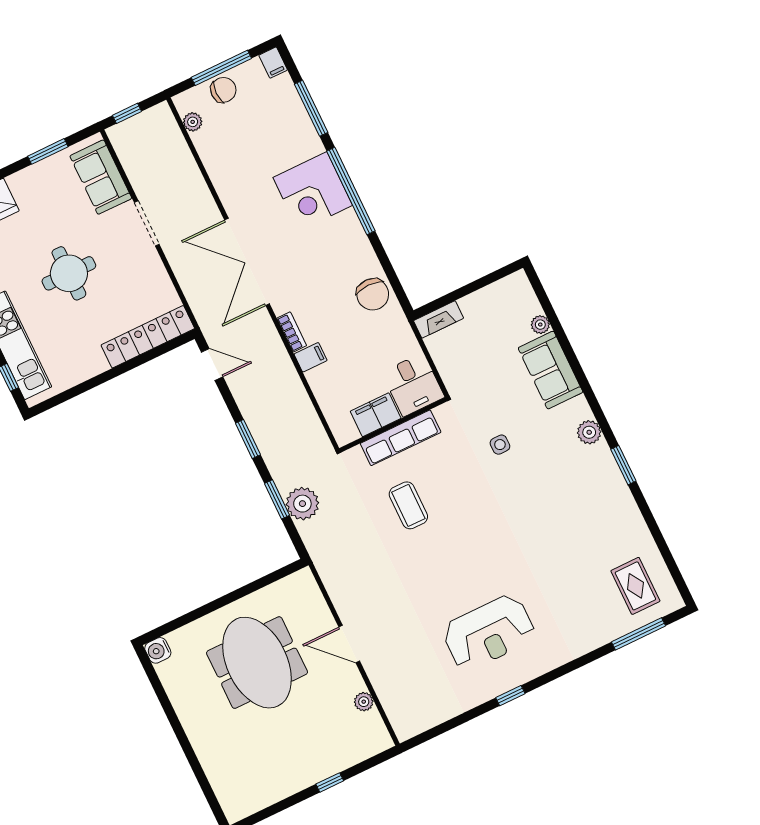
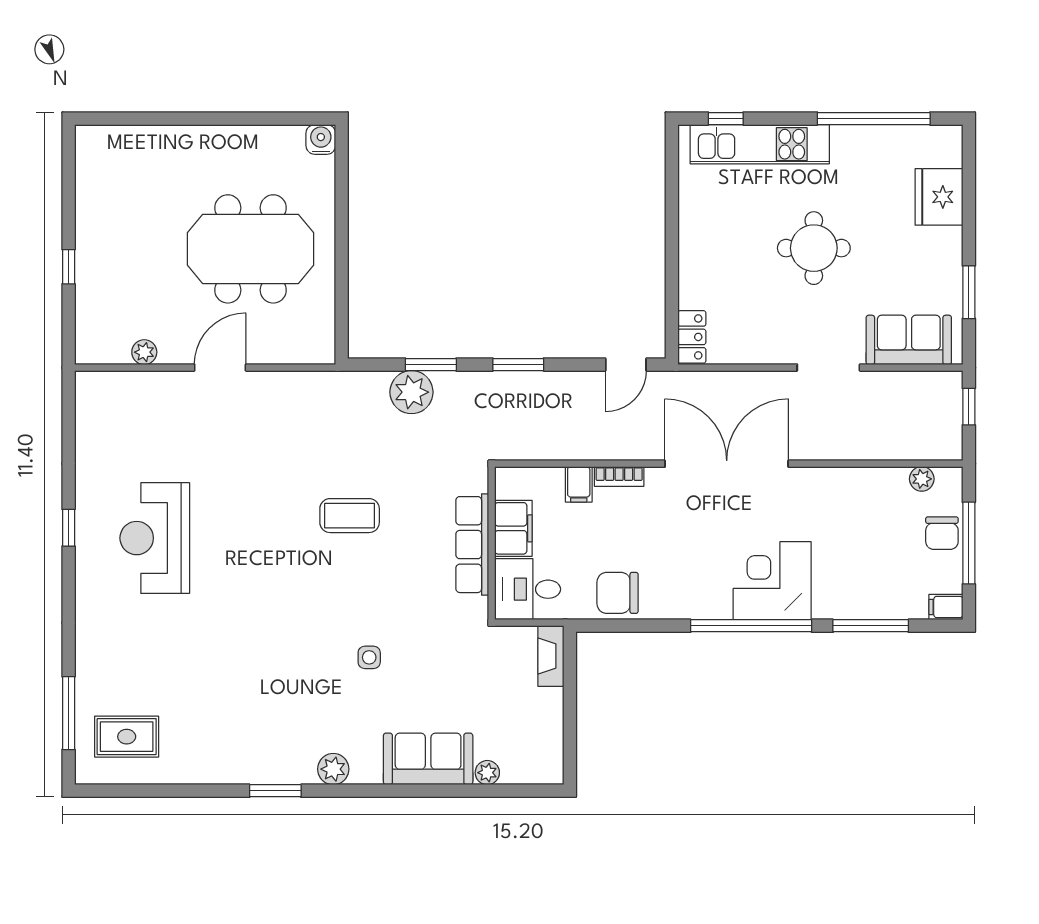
locker: (148, 337) -> (692, 337), width x0.46, depth x0.83
desk: (413, 385) -> (528, 589), moved
filing cabinet: (376, 415) -> (513, 528), moved
wall: (393, 425) -> (492, 543), moved
row of seats: (401, 438) -> (472, 545), moved

